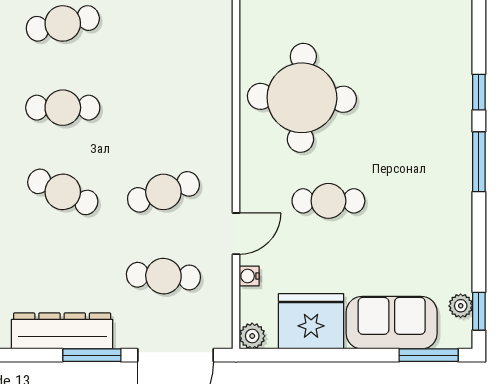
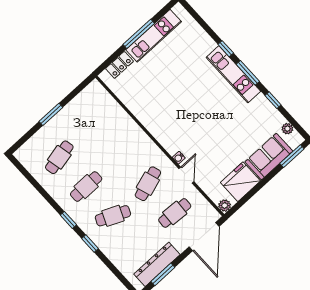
round table: (302, 98) -> (166, 107), removed
kitchen unit: (454, 143) -> (233, 74), added
cafe table: (328, 201) -> (208, 134), removed
water cooler: (249, 276) -> (179, 158), moved
window: (479, 311) -> (273, 100), moved
window: (92, 355) -> (163, 274), moved

